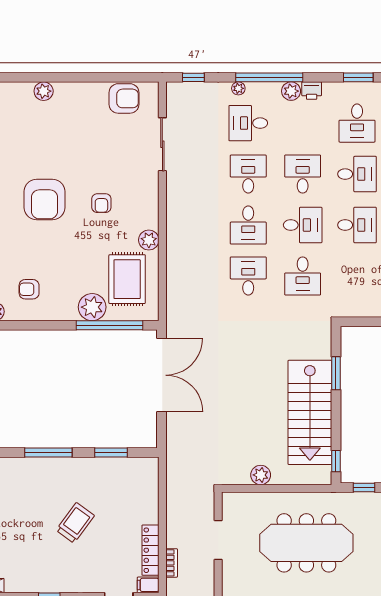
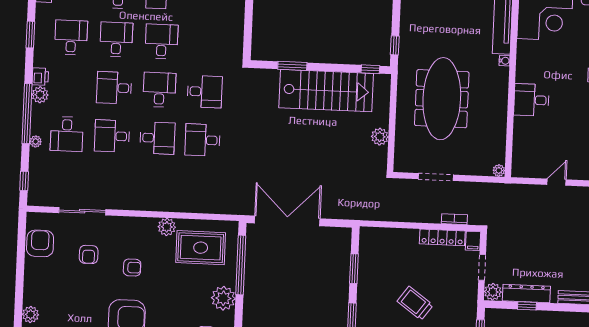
desk: (357, 123) -> (71, 37), turned -90
armchair: (114, 154) -> (89, 254), added
plant: (92, 307) -> (223, 298), moved

